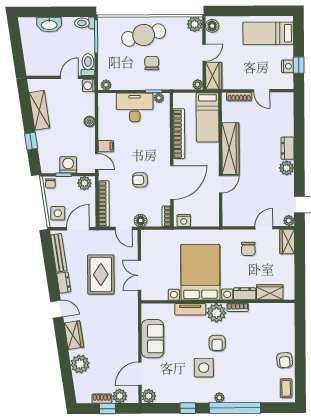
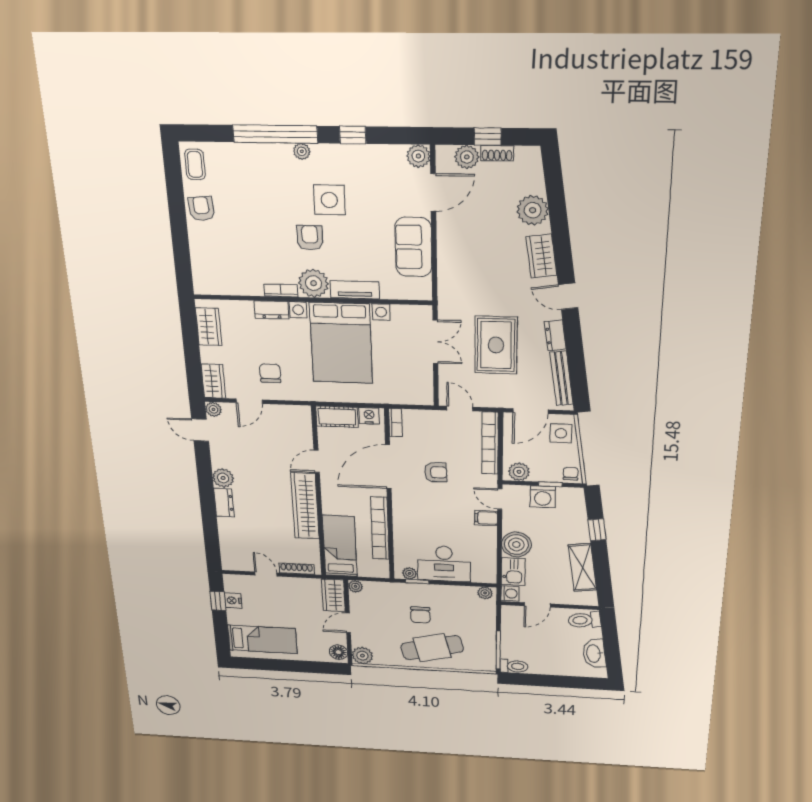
washbasin: (49, 25) -> (594, 654), moved, turned -98
toilet: (88, 65) -> (584, 620), moved, turned 82
kitchen sink: (87, 104) -> (513, 572), added
boiler: (90, 122) -> (516, 544), width x1.86, depth x1.86
cot: (205, 219) -> (337, 417), added
floor lamp: (141, 220) -> (434, 418), removed
wardrobe: (270, 292) -> (209, 327), moved, turned -90

